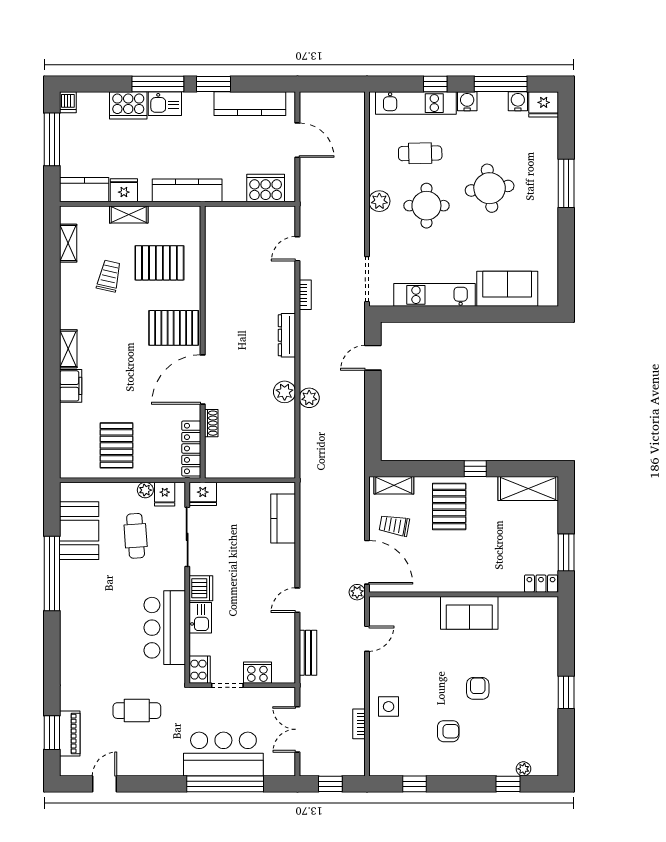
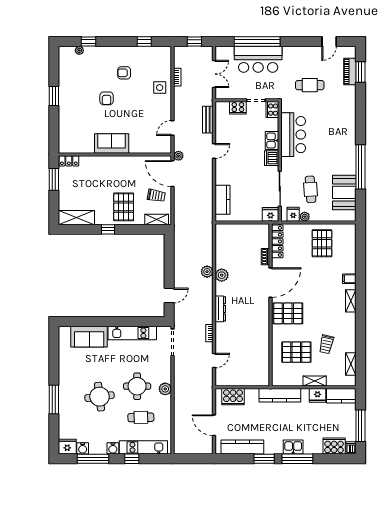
cooker: (128, 105) -> (334, 446), moved
filing cabinet: (71, 386) -> (349, 279), width x0.50

